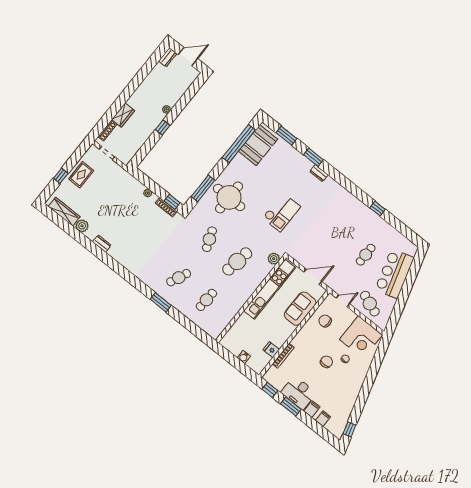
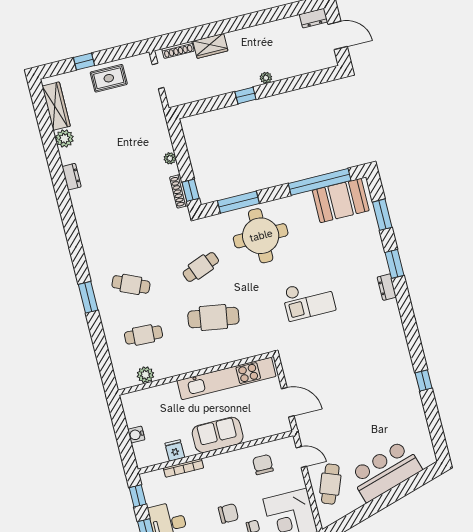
cafe table: (366, 255) -> (369, 424), removed
plant: (274, 259) -> (145, 375), moved
sofa: (300, 309) -> (218, 435), moved

